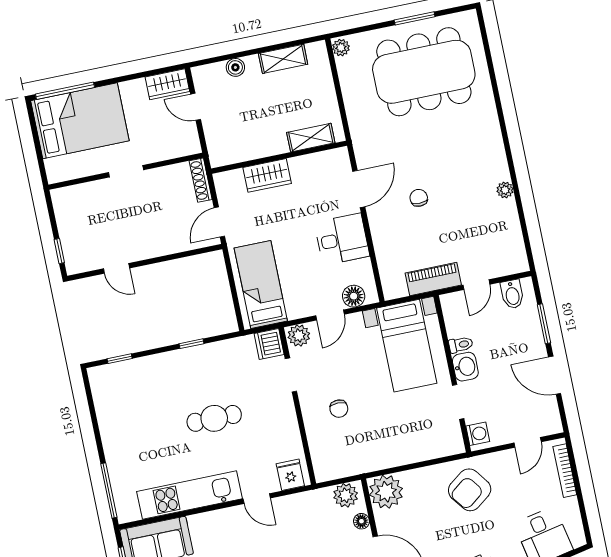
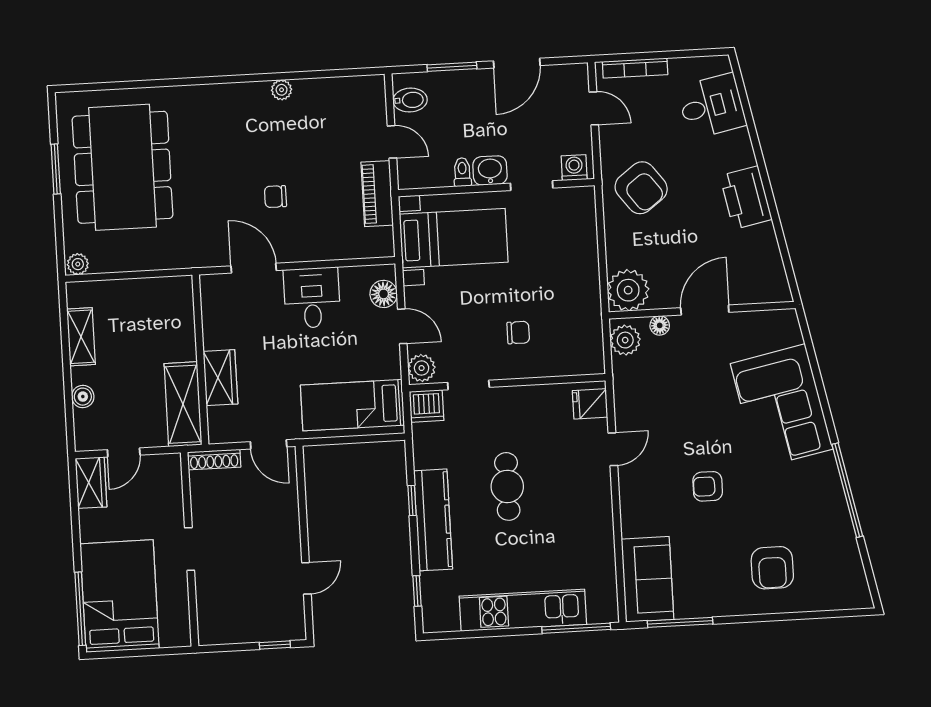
shelving: (311, 138) -> (183, 404), moved, width x1.50, depth x1.33
kitchen counter: (178, 363) -> (433, 520), added
kitchen unit: (189, 495) -> (523, 610), moved, turned 90

